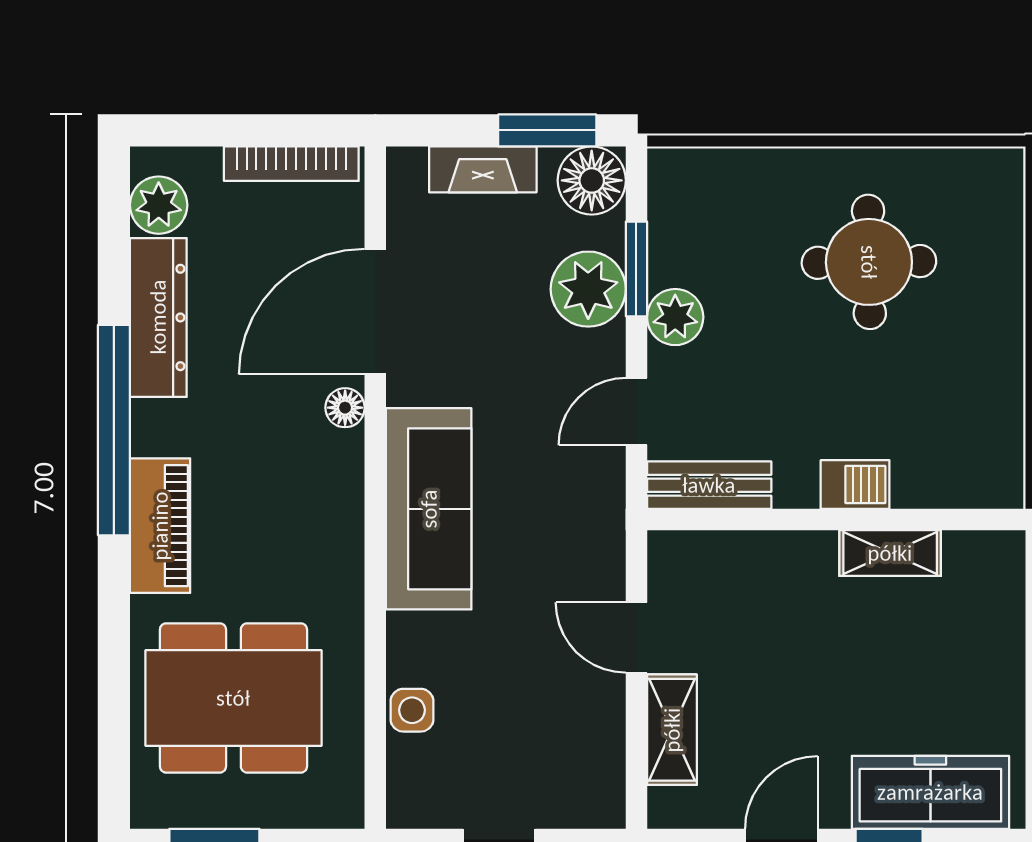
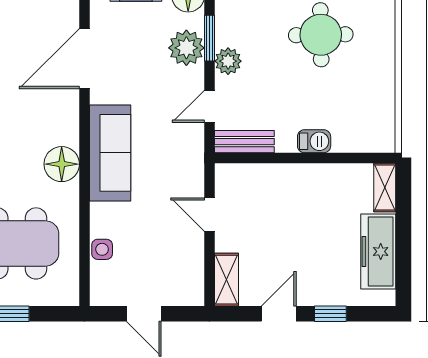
floor lamp: (345, 408) -> (62, 164), moved, width x1.89, depth x1.89
shelving: (890, 553) -> (385, 188), moved, turned 90
shelving: (672, 730) -> (226, 280), moved
freezer: (930, 792) -> (378, 251), moved, turned -90

